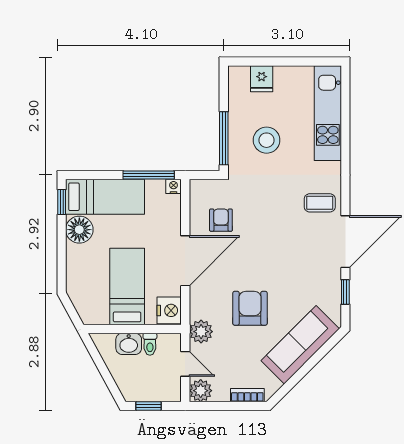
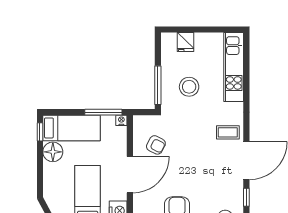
armchair: (221, 220) -> (156, 145), turned 117

